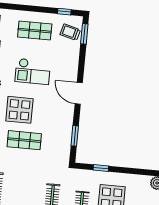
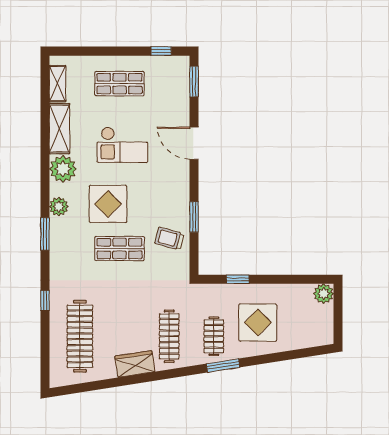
trolley: (70, 32) -> (169, 238), moved
door: (79, 93) -> (194, 143), moved
window: (75, 136) -> (194, 217), moved

